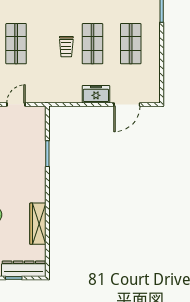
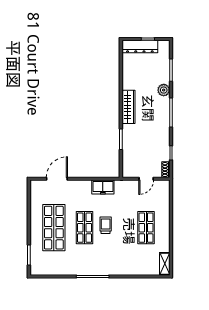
shop shelf: (131, 44) -> (54, 228), width x1.43, depth x1.36
freezer: (96, 94) -> (103, 187), moved
wardrobe: (38, 224) -> (128, 107), moved

